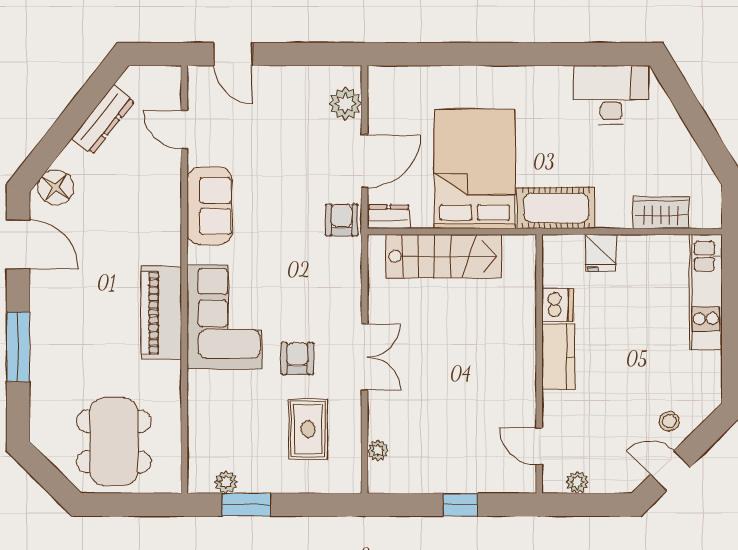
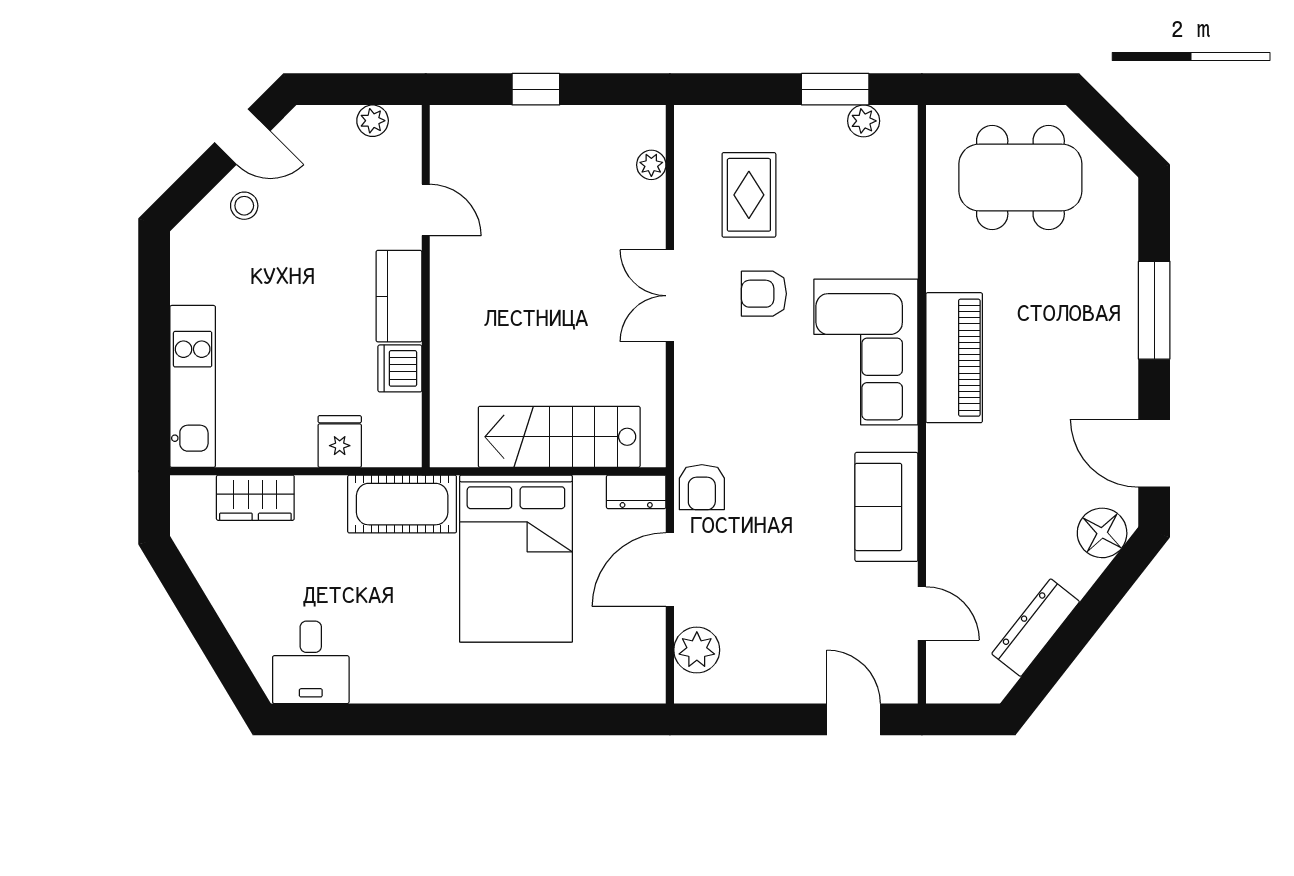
desk: (611, 95) -> (311, 662), width x0.73
armchair: (297, 358) -> (764, 294), turned 90
dining table: (114, 442) -> (1020, 177), turned 90
door: (539, 446) -> (426, 210), moved

